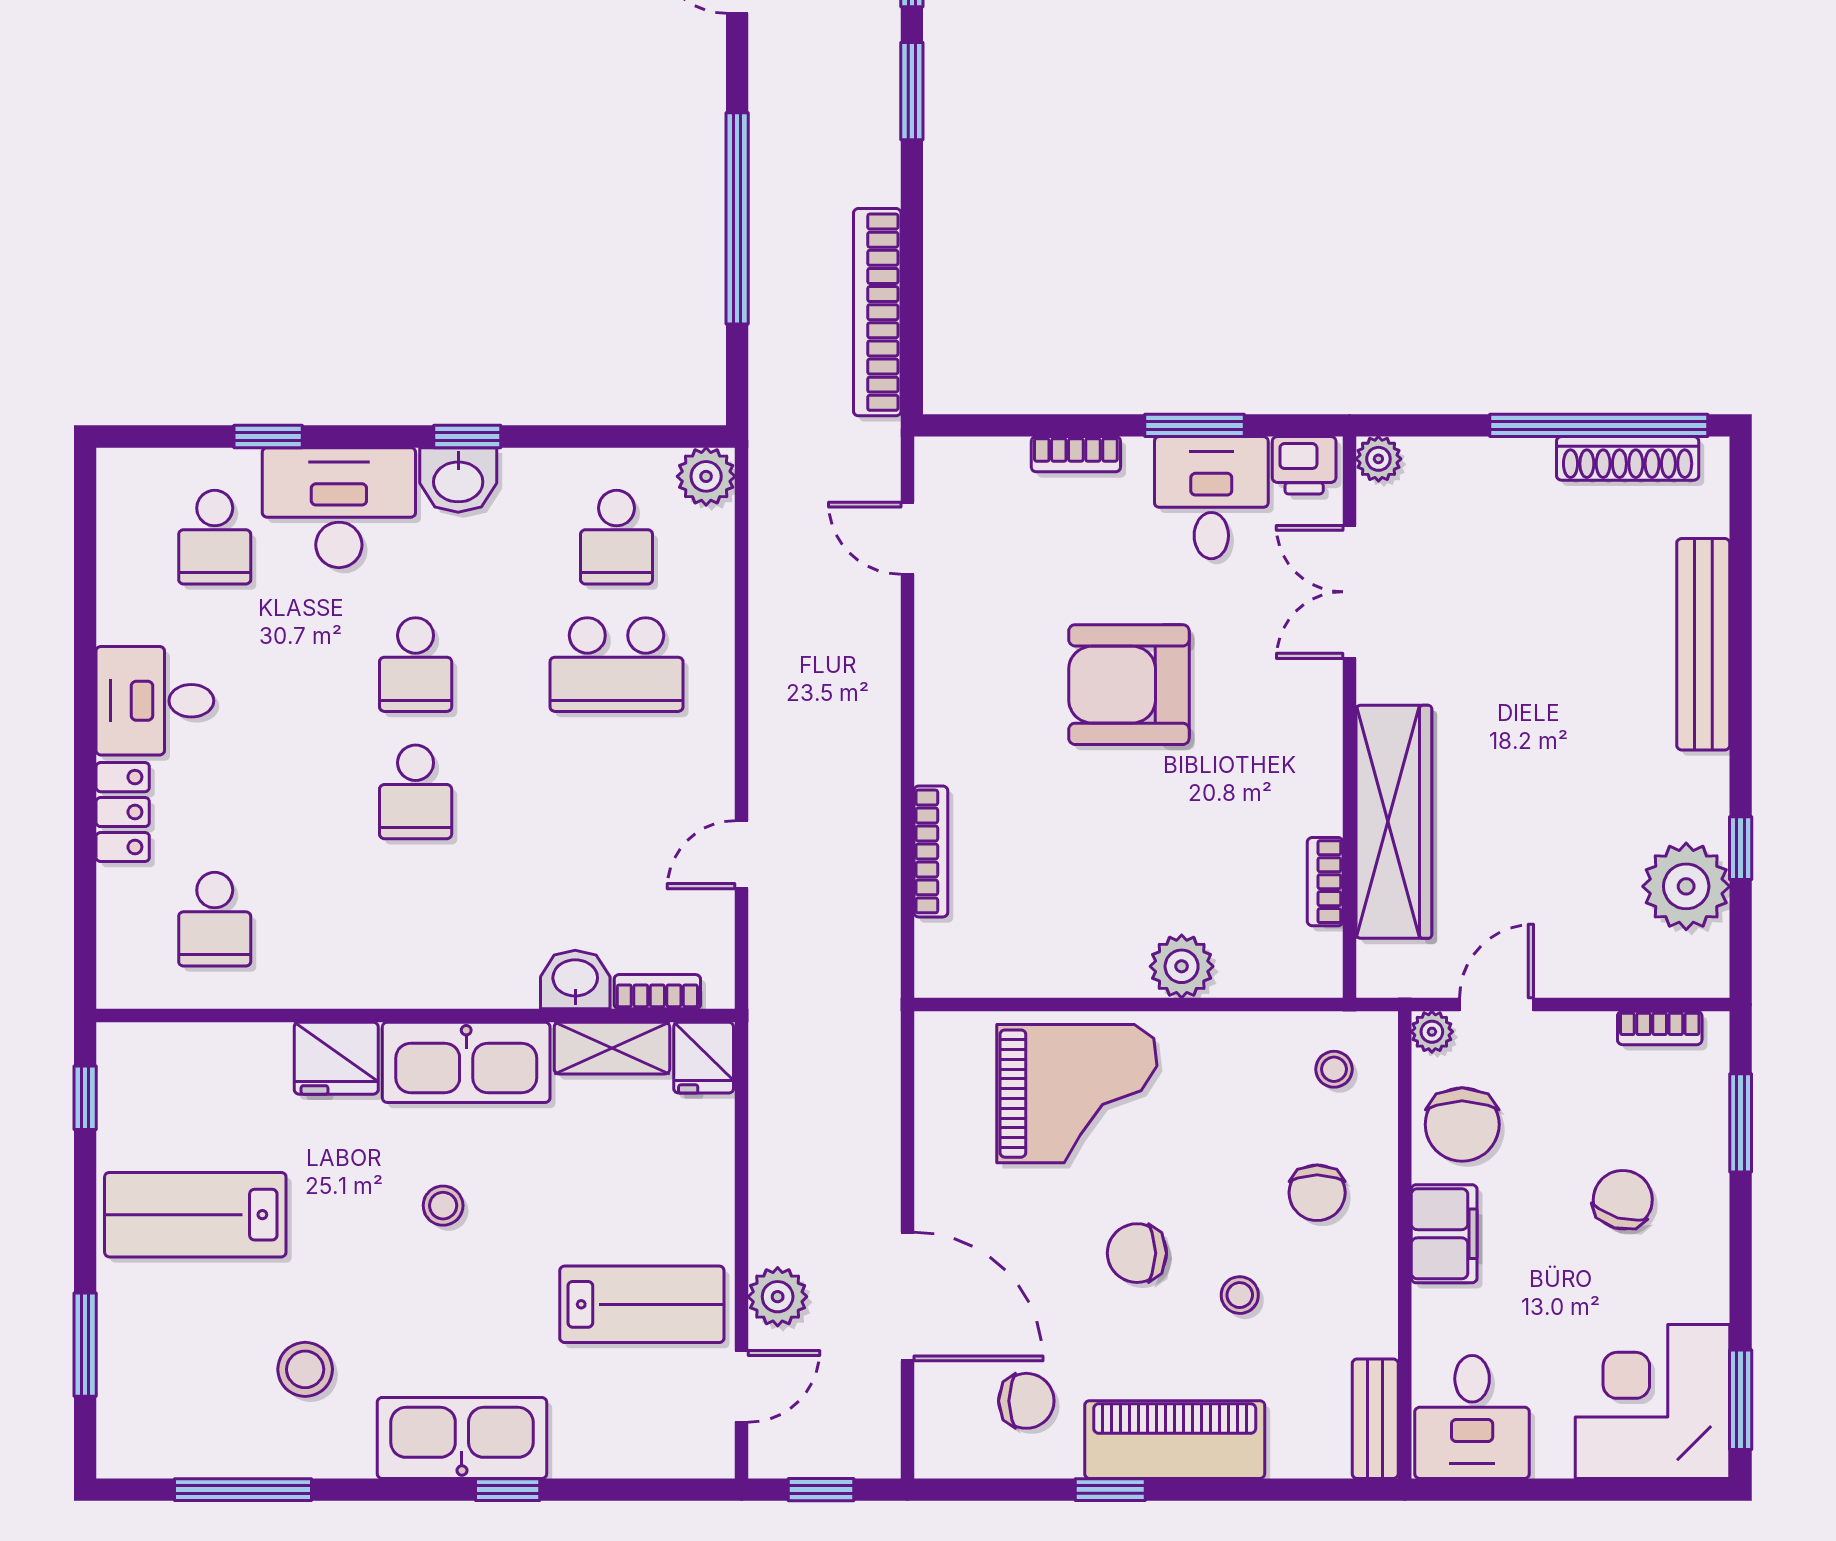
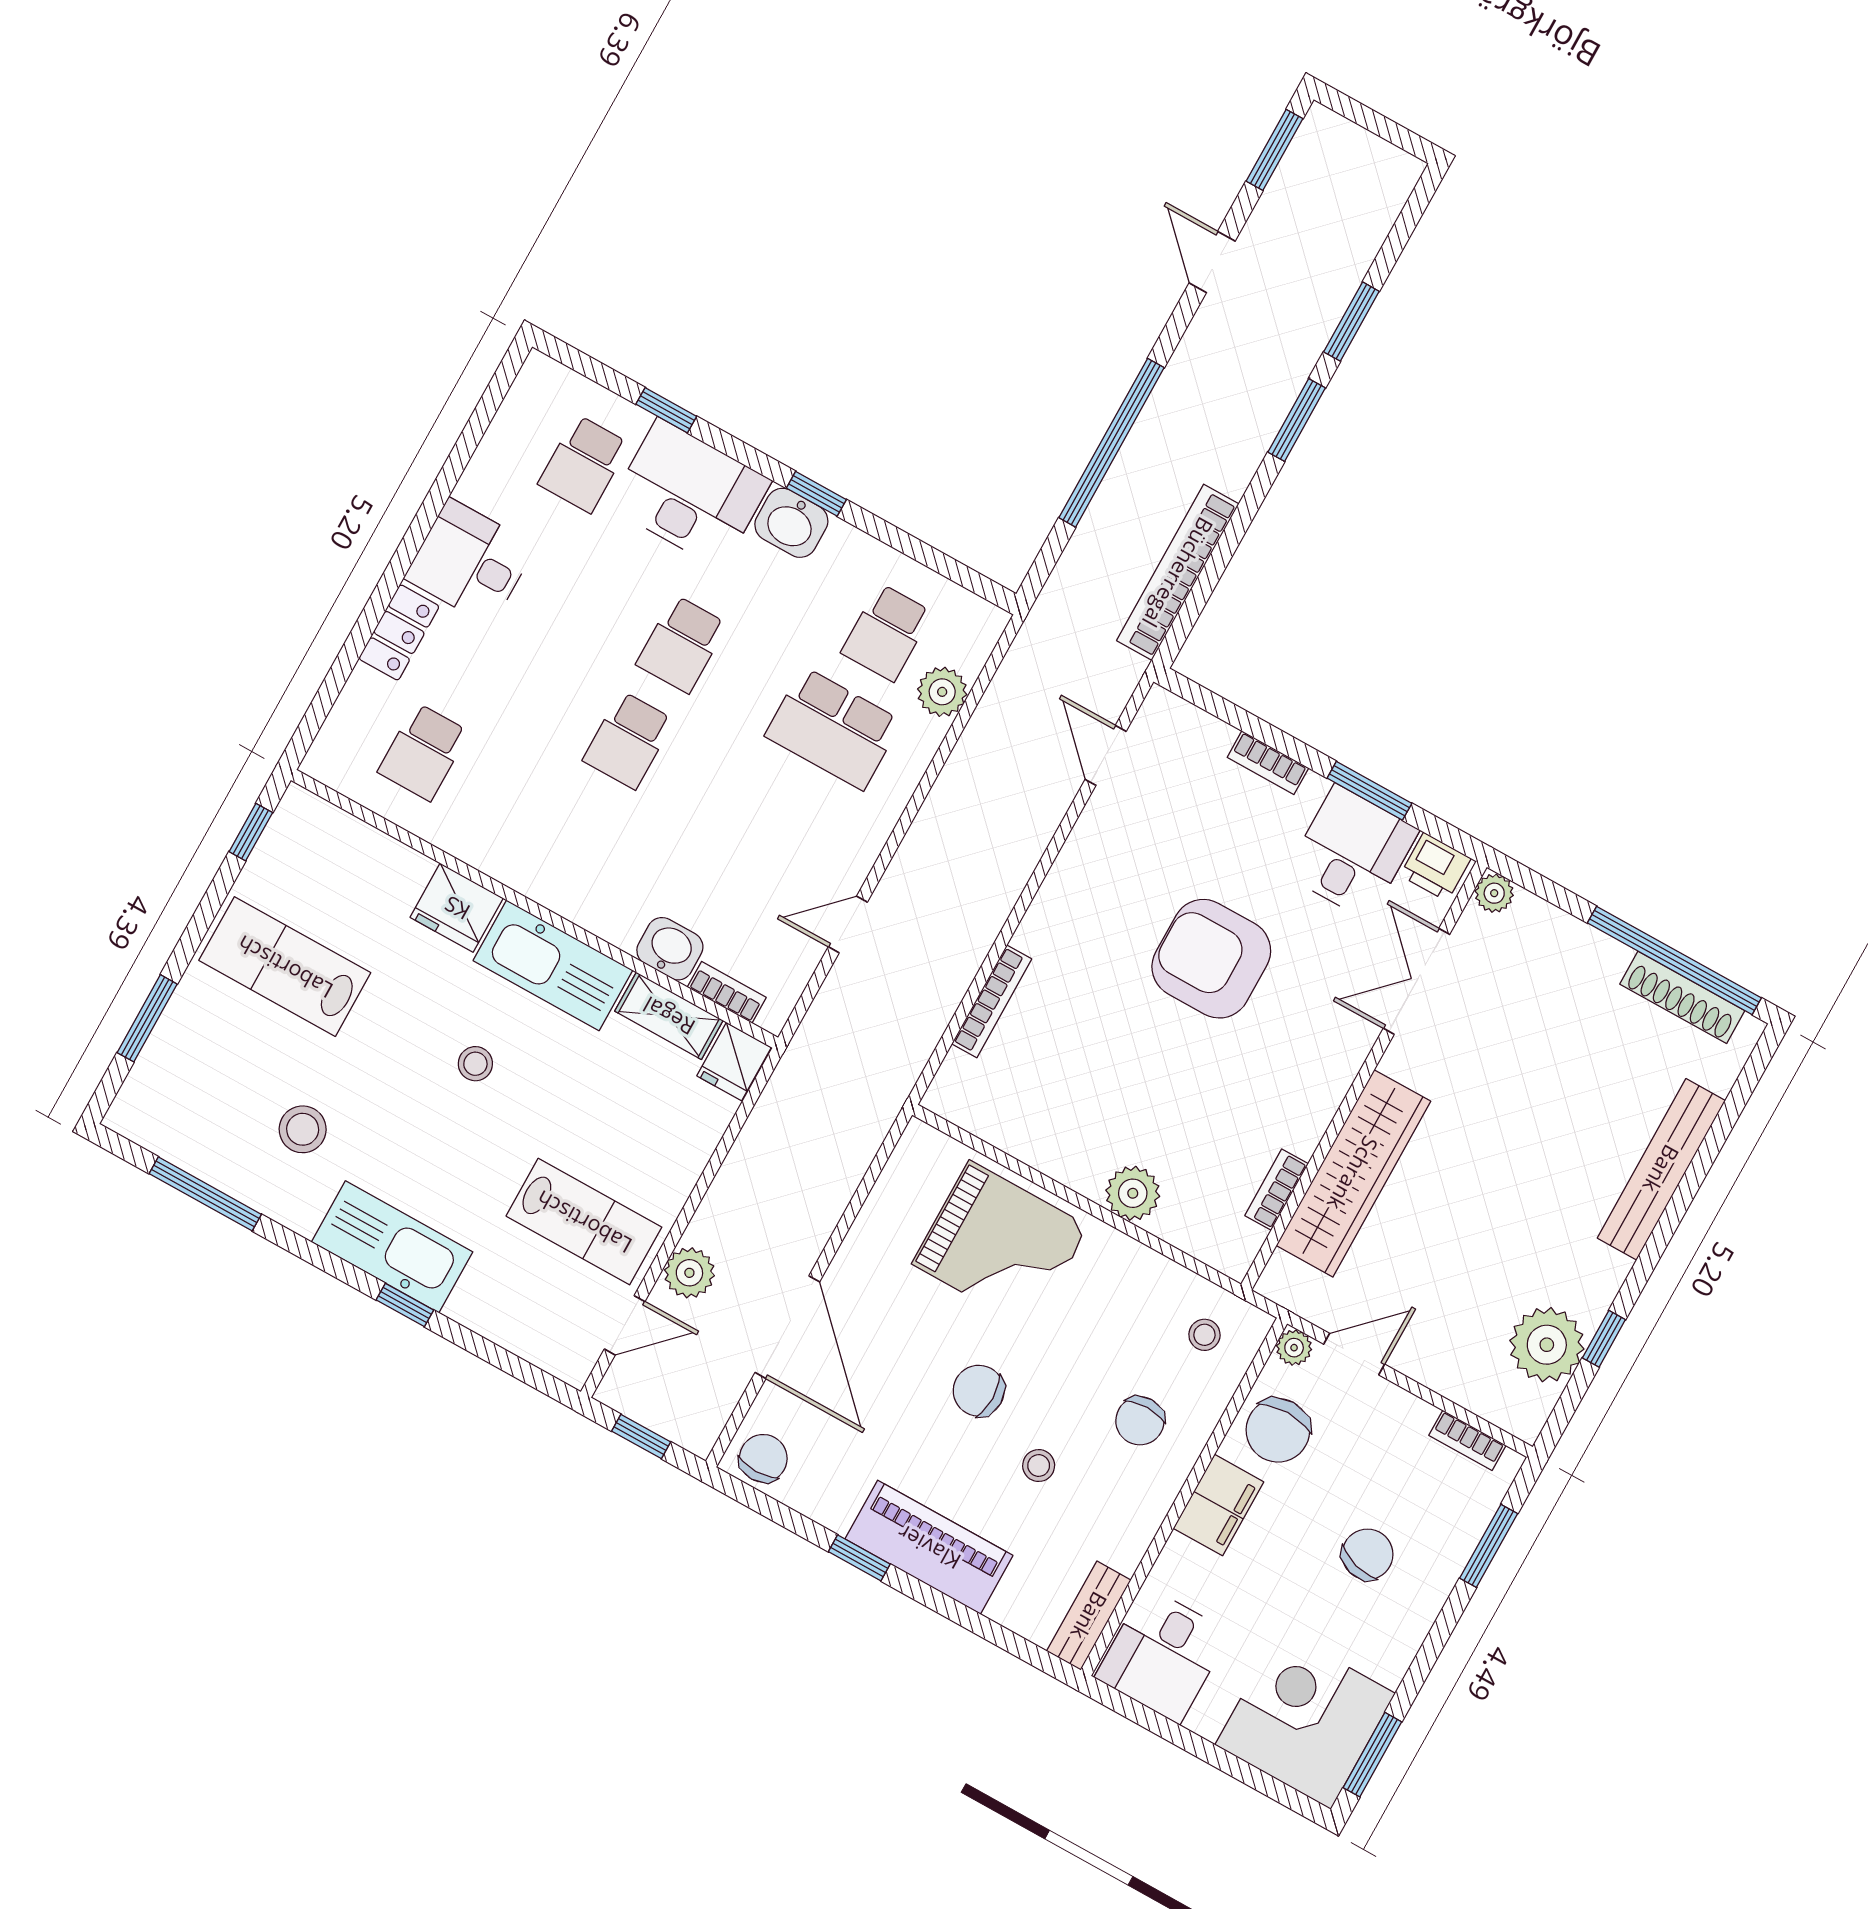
plant: (706, 476) -> (942, 692), moved
chair: (1026, 1401) -> (763, 1458), moved, turned -90

